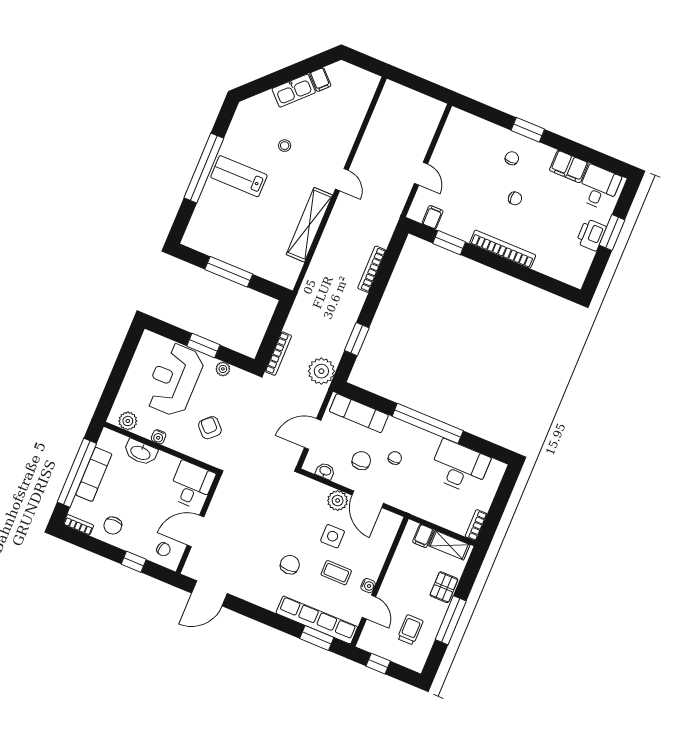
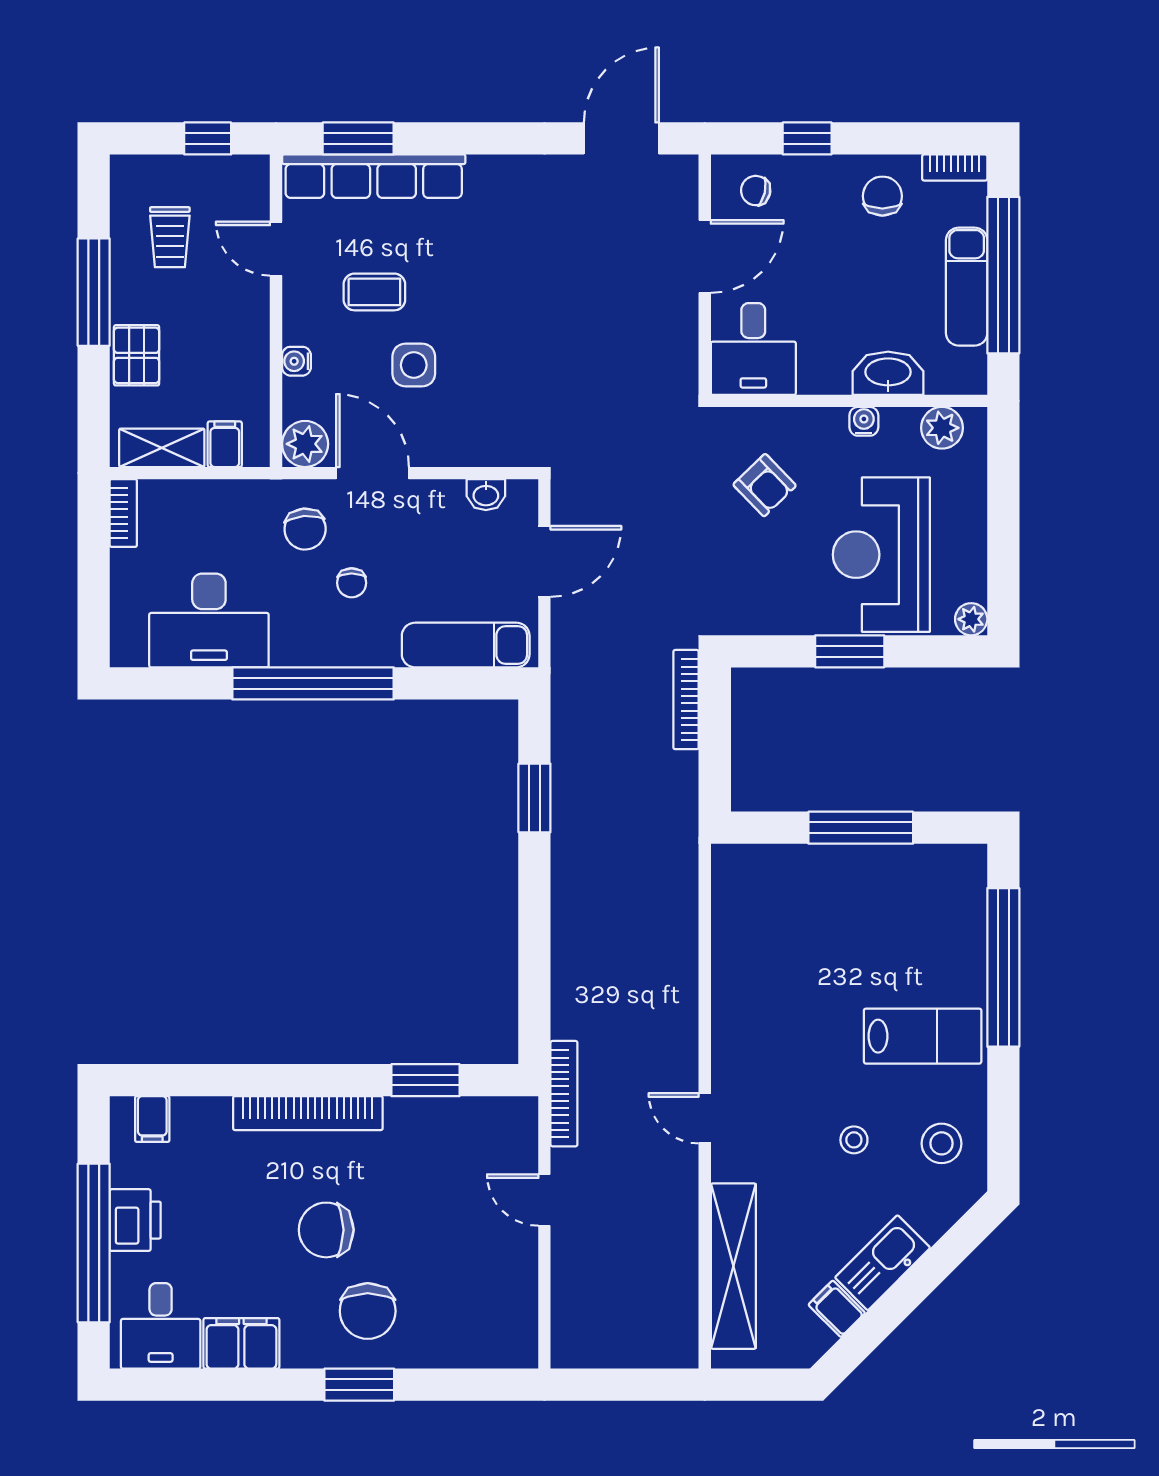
stool: (249, 129) -> (942, 1143), added
chair: (512, 158) -> (368, 1311), width x1.87, depth x1.87
window: (204, 168) -> (1003, 967), moved
chair: (515, 198) -> (326, 1230), width x1.87, depth x1.87
filing cabinet: (433, 217) -> (152, 1119), moved
shelving: (309, 225) -> (733, 1266), moved
window: (612, 233) -> (94, 1243), width x2.11
bookcase: (372, 269) -> (564, 1094), moved
plant: (223, 369) -> (971, 619), moved
plant: (321, 371) -> (581, 700), removed
reception desk: (174, 380) -> (881, 555), turned 180
chair: (361, 461) -> (305, 529), moved
plant: (338, 501) -> (305, 444), moved
chair: (290, 565) -> (478, 268), removed
water cooler: (368, 586) -> (296, 361), moved

